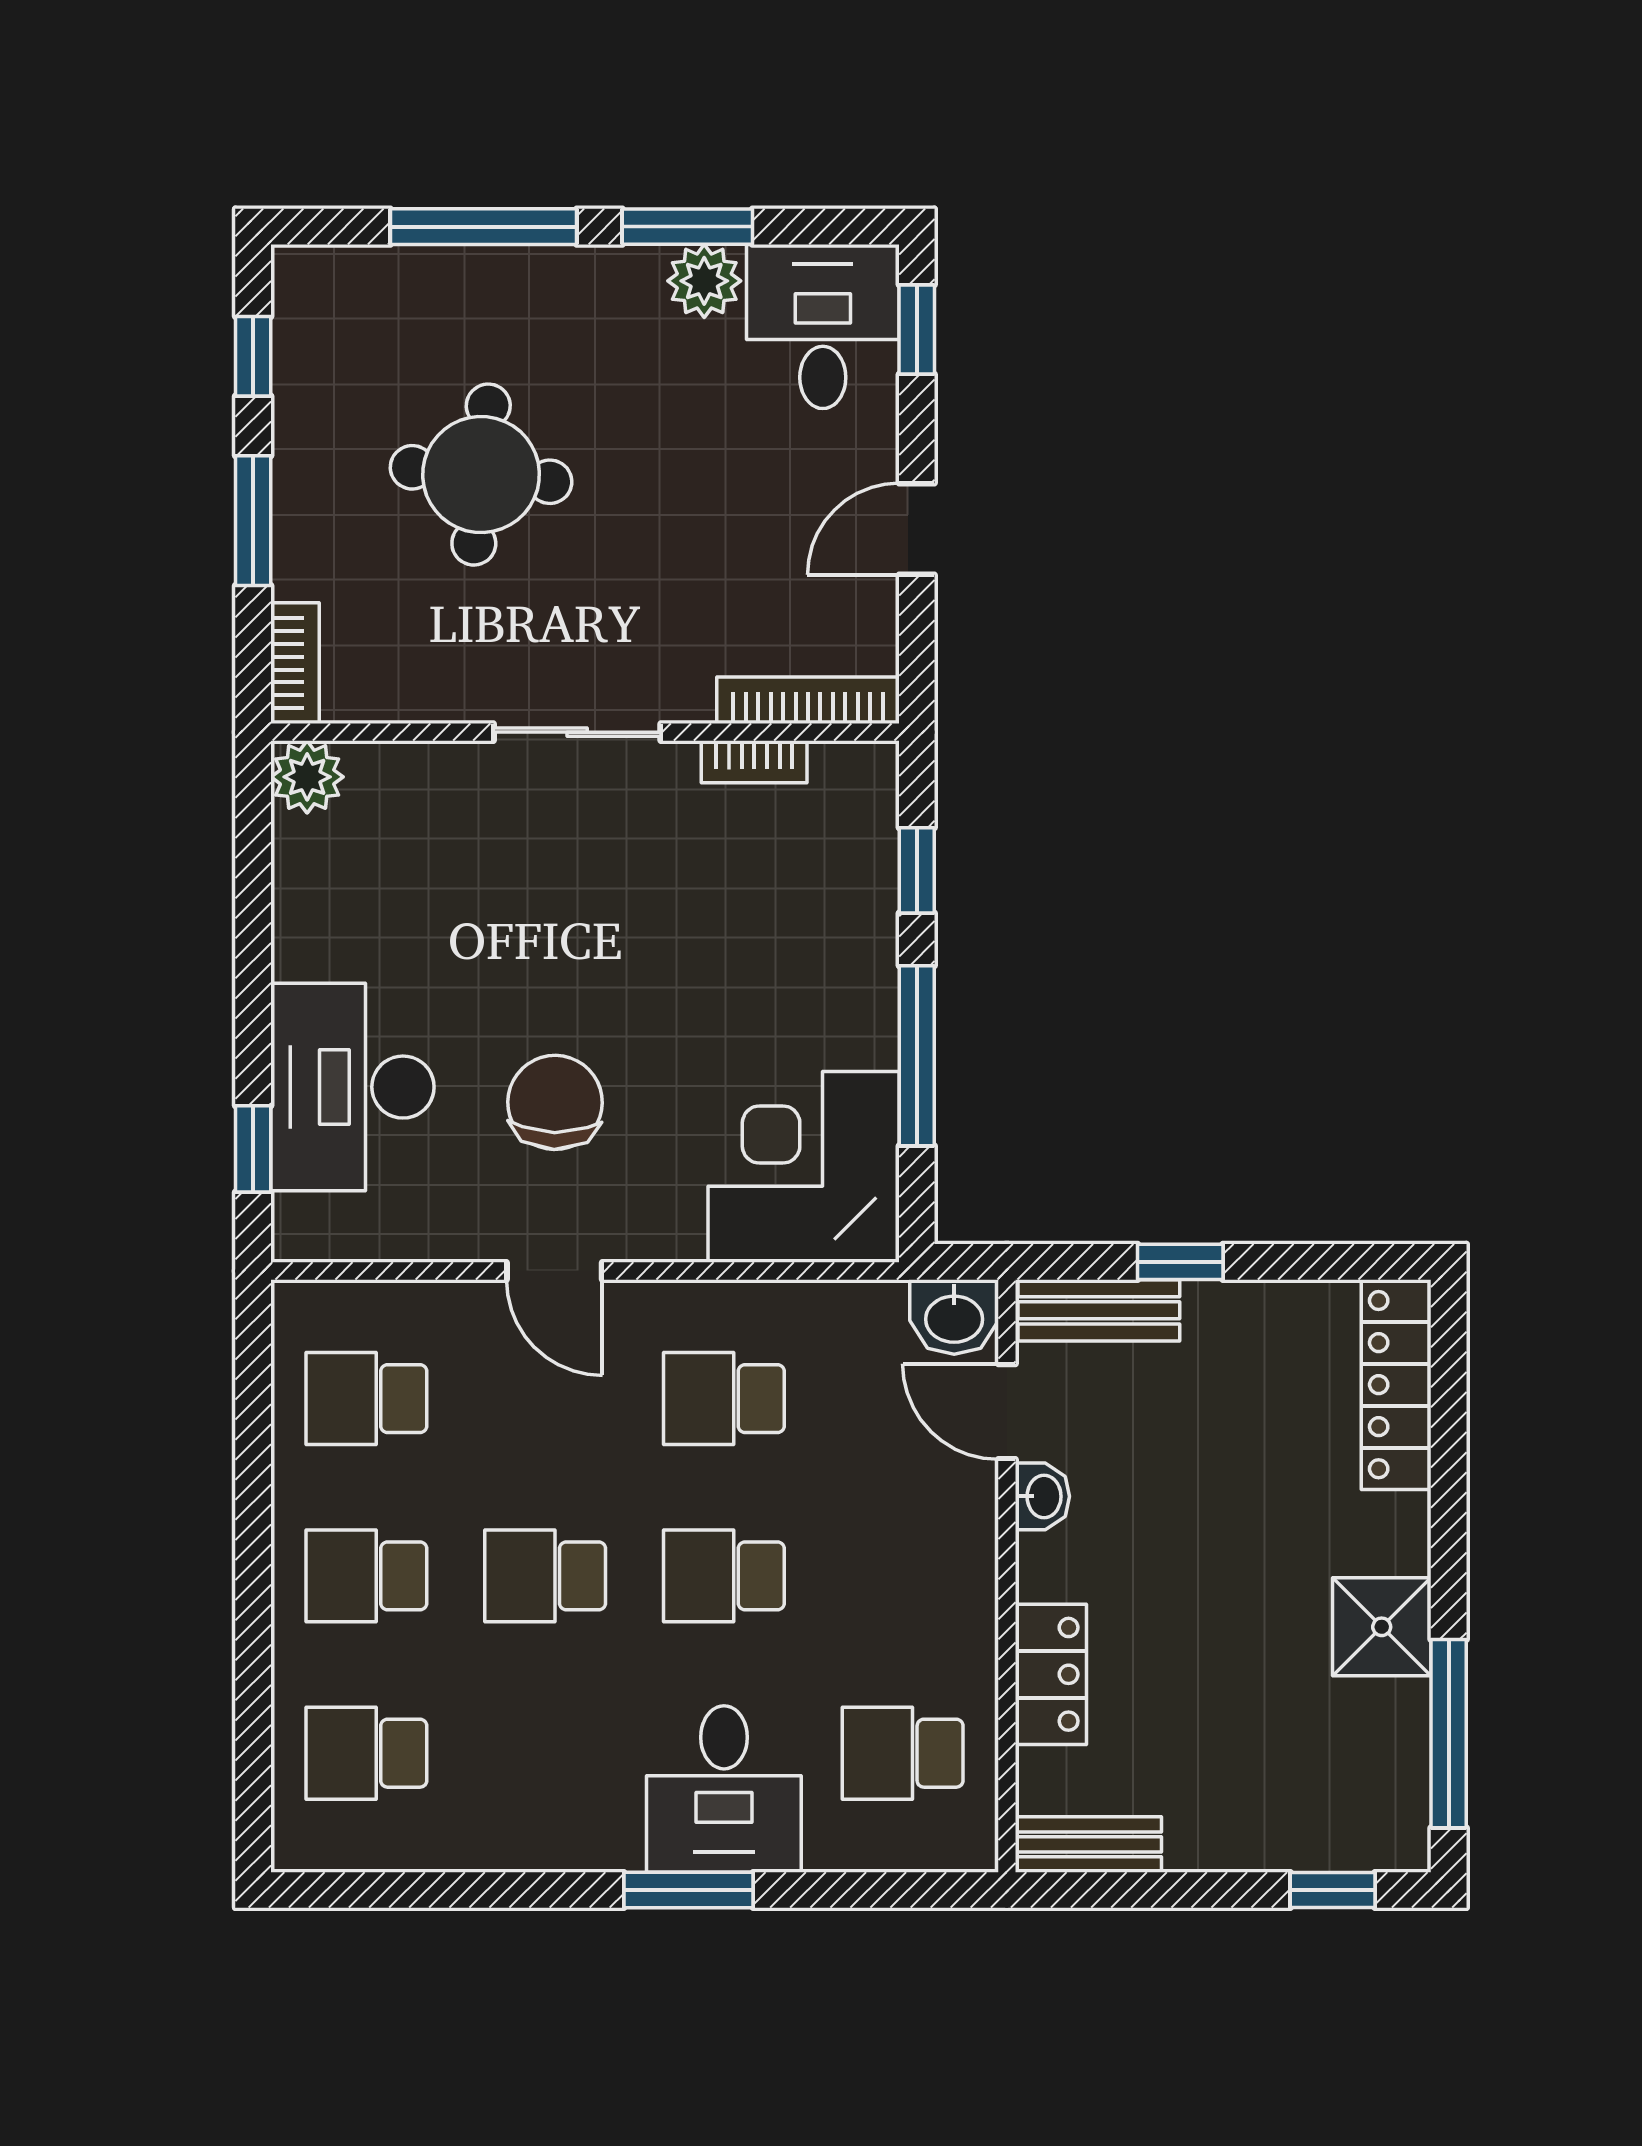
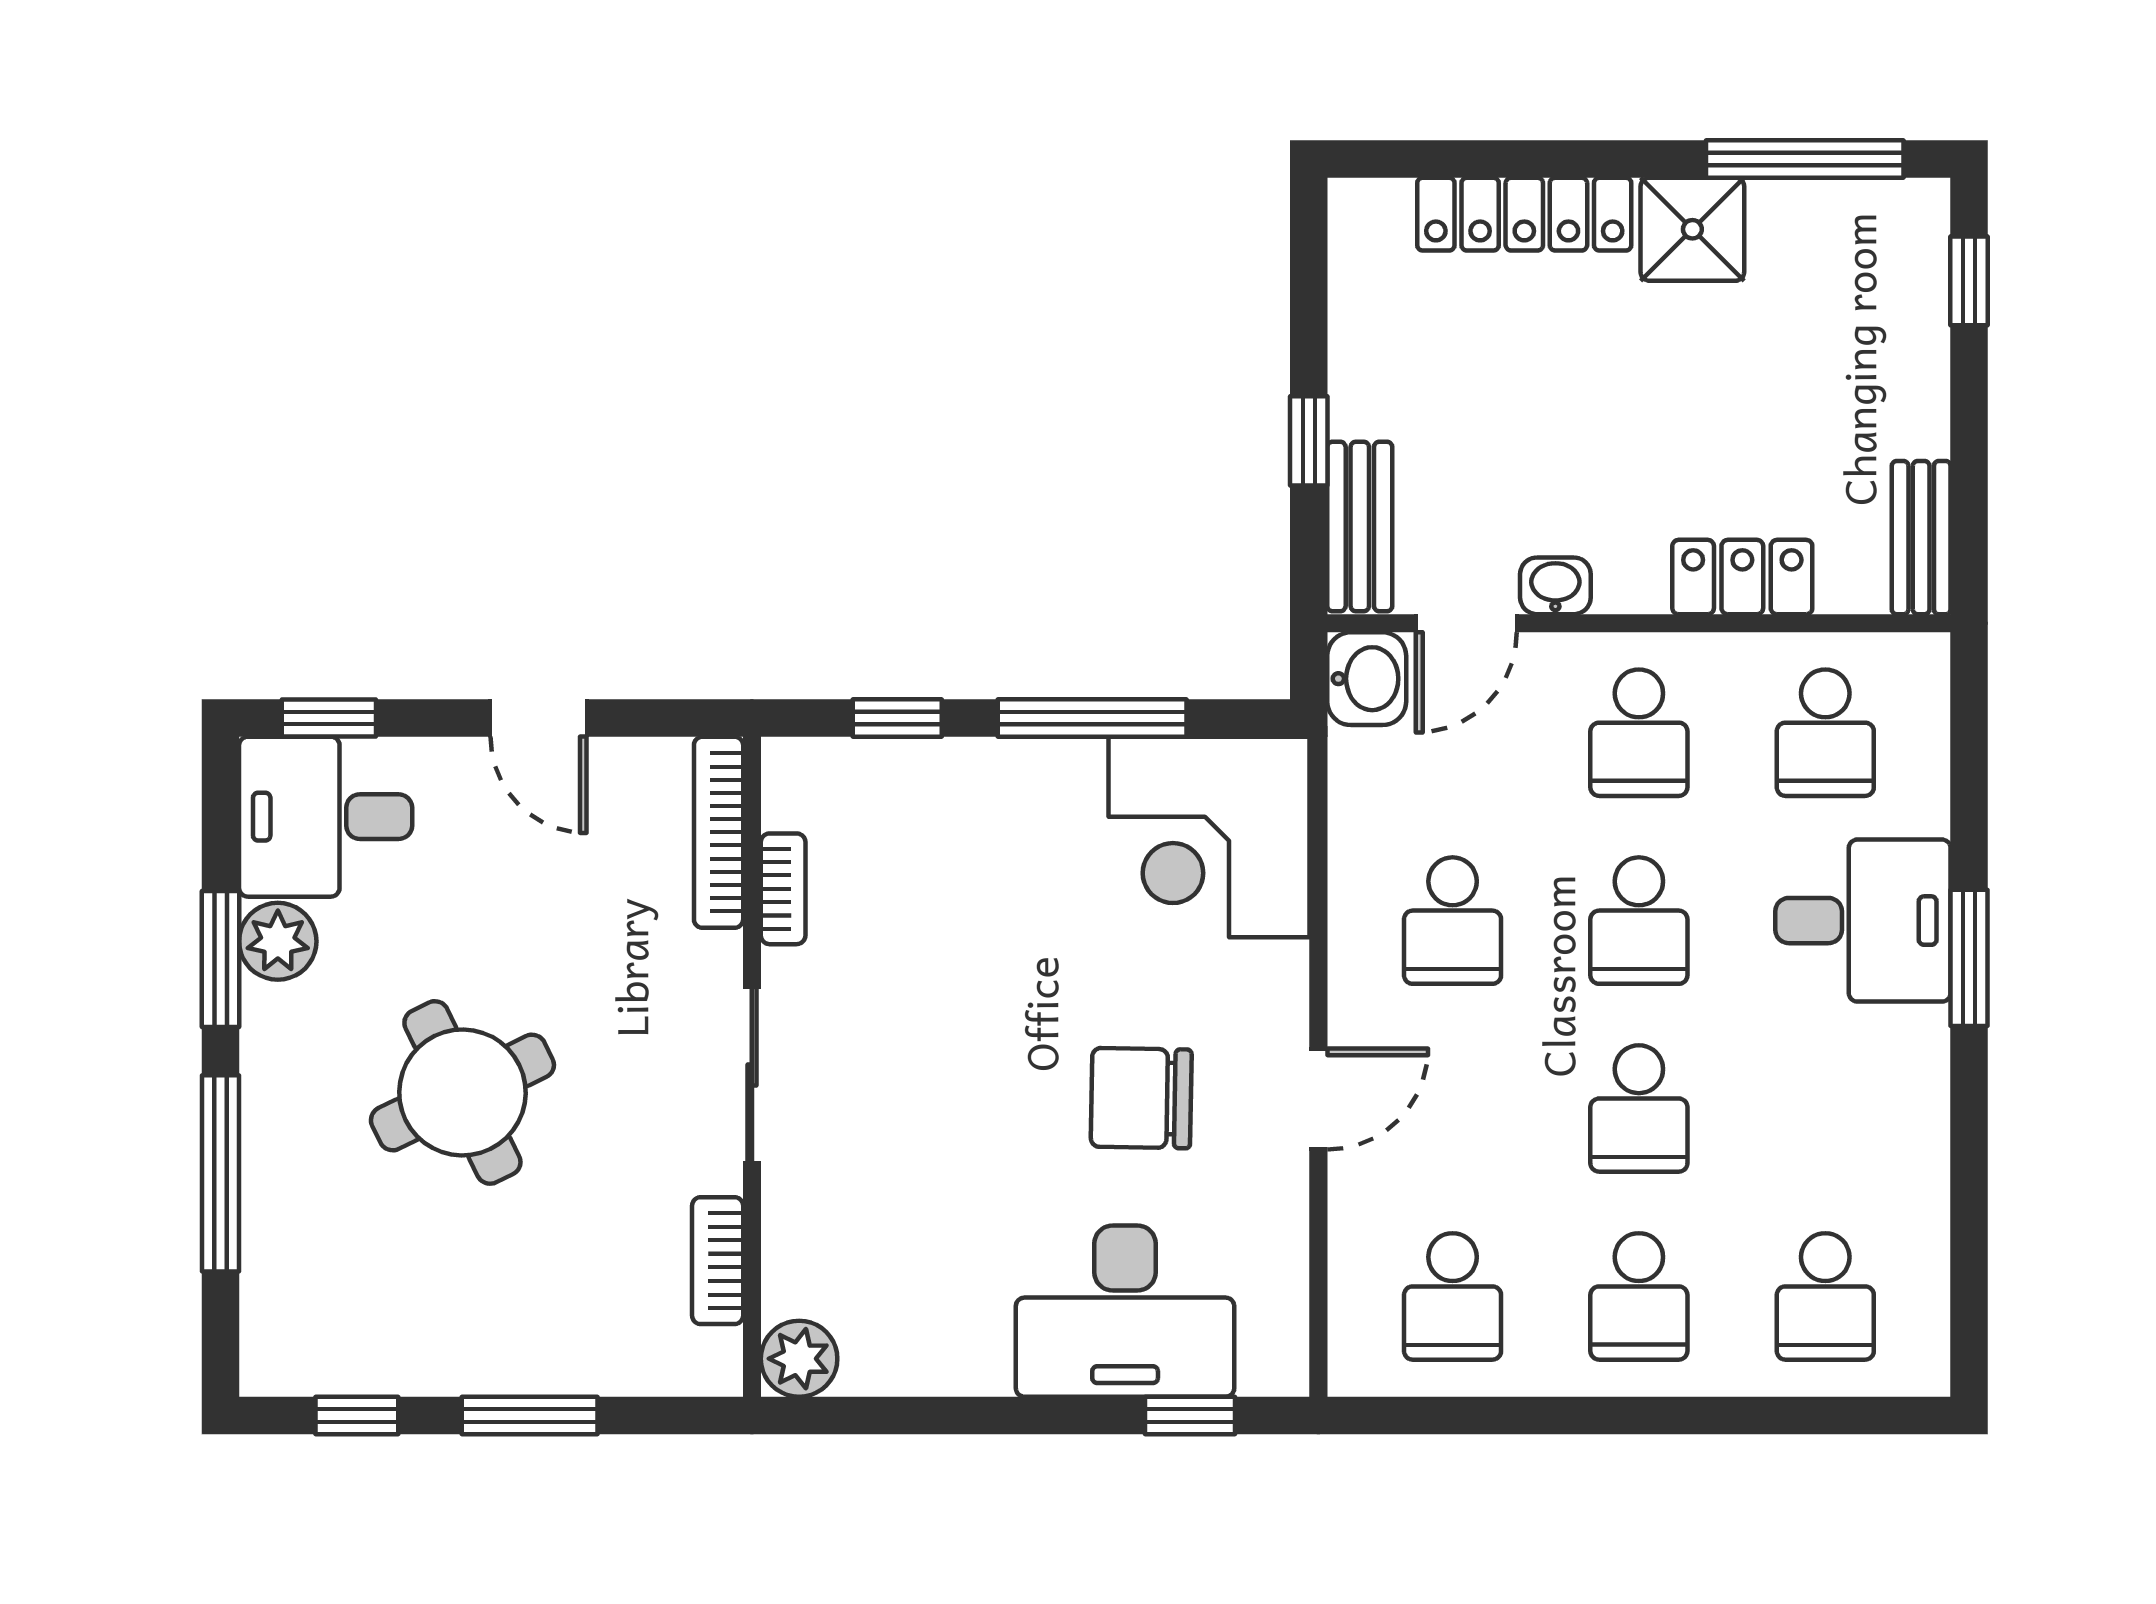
round table: (481, 475) -> (462, 1092), moved, turned -32
bookcase: (295, 663) -> (718, 1261), moved, turned -90
locker: (1396, 1385) -> (1524, 214), moved
school desk: (903, 1576) -> (1639, 733), added

